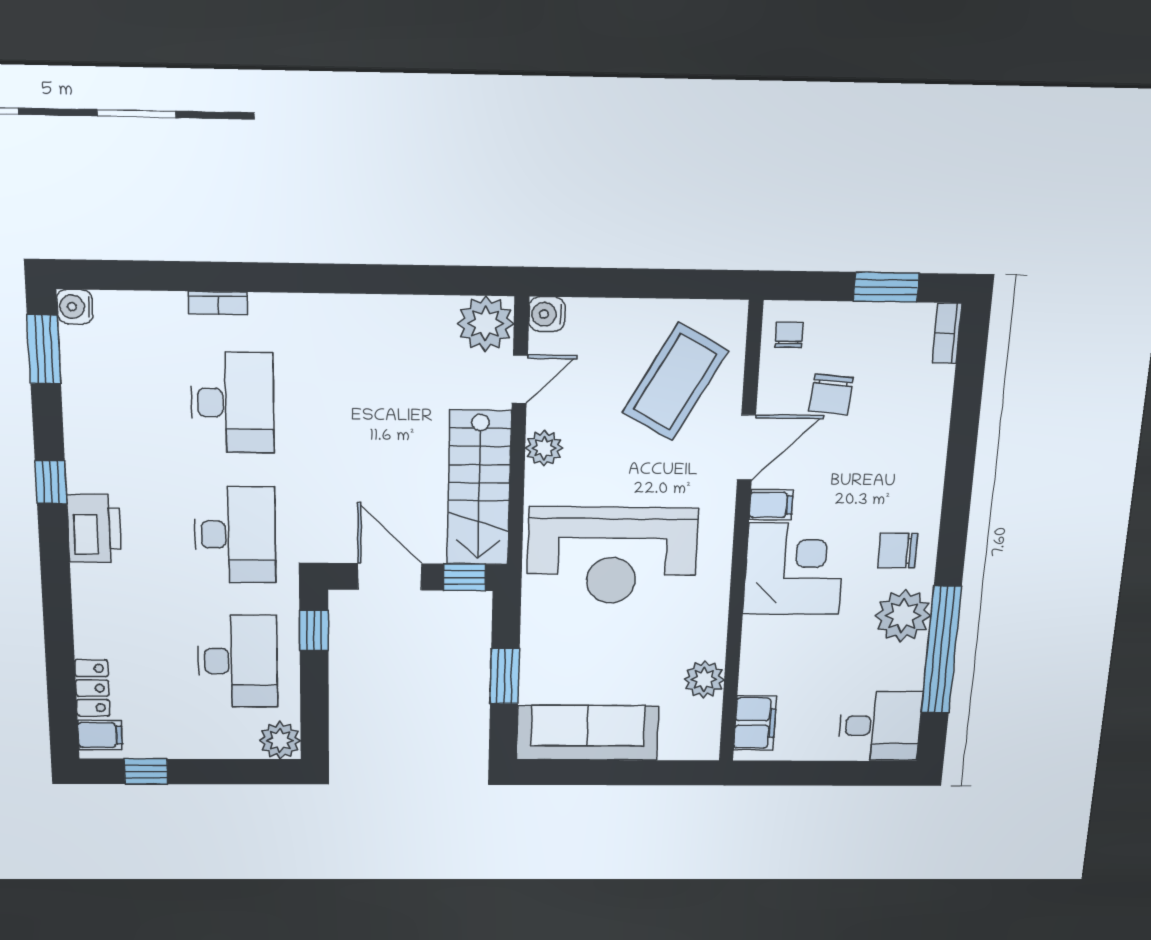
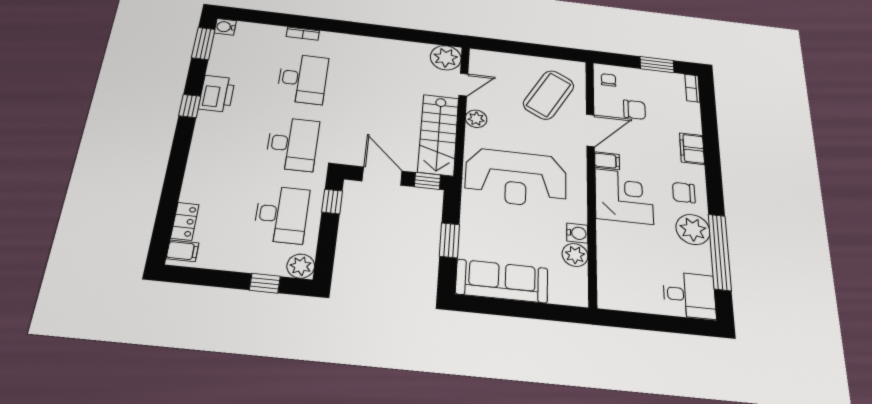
water cooler: (547, 314) -> (577, 233), moved, turned 180
chair: (831, 394) -> (634, 110), turned -95
printer: (94, 528) -> (217, 94), moved
filing cabinet: (755, 723) -> (692, 149), moved, turned 180
window: (146, 771) -> (265, 283), moved

